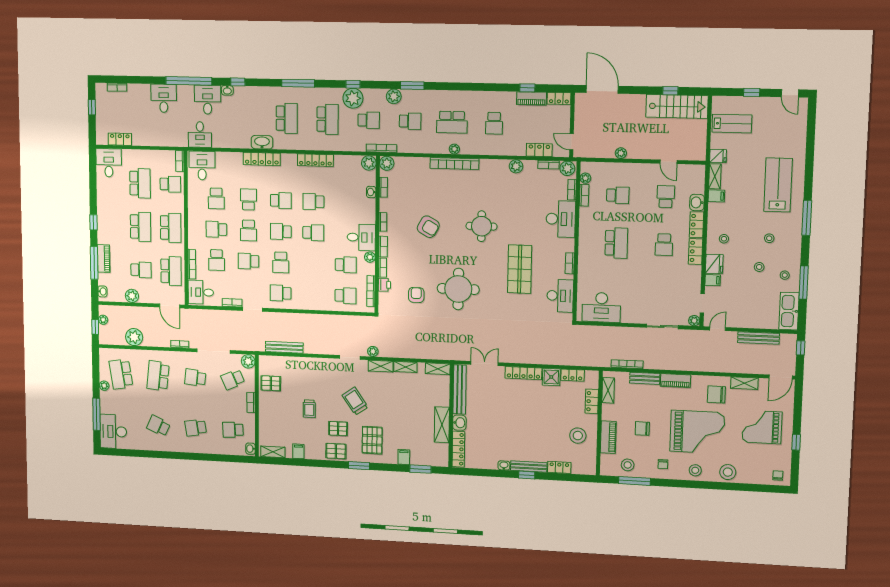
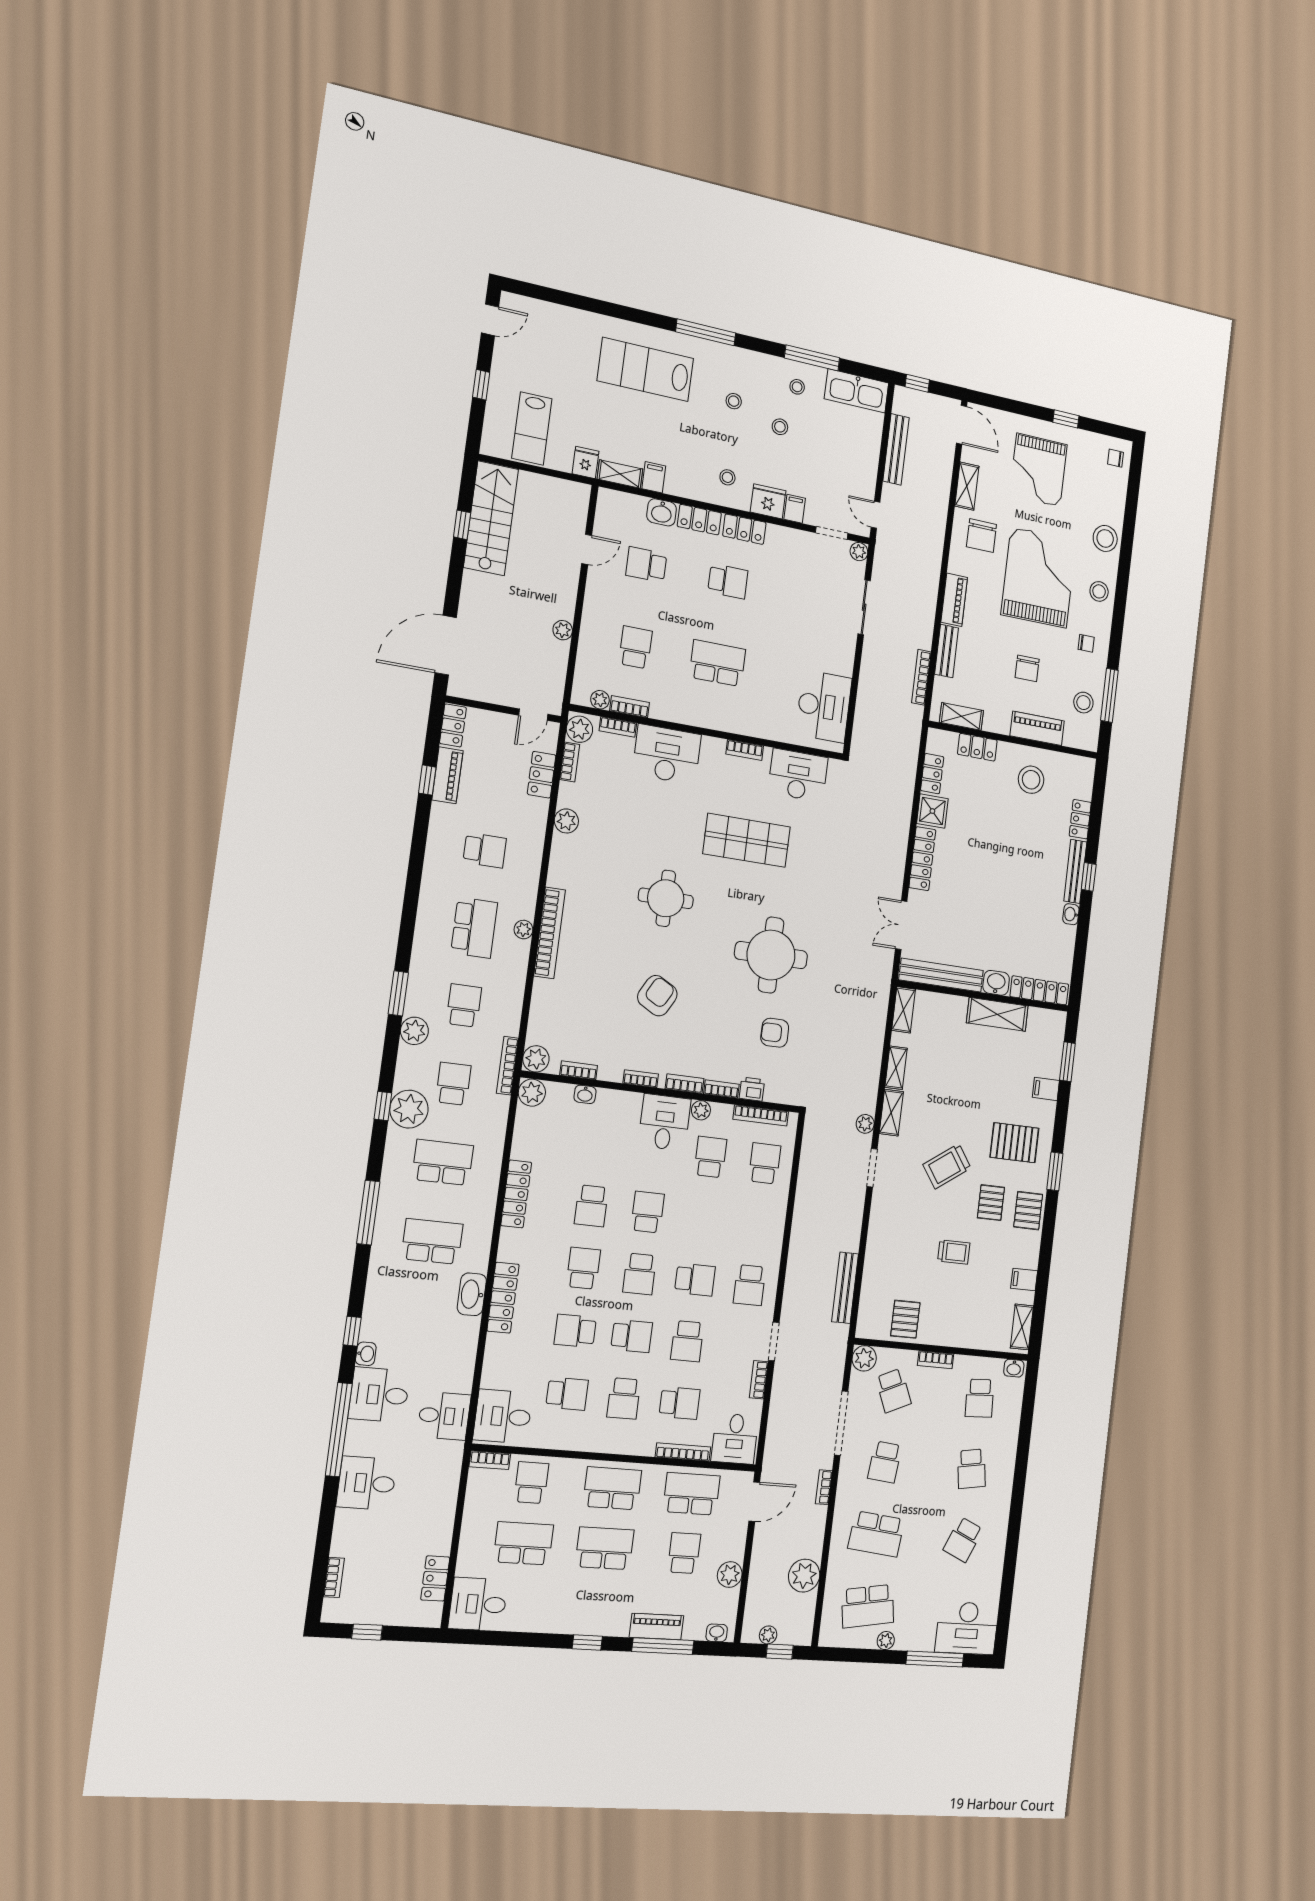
lab bench: (732, 124) -> (532, 428), turned 180

